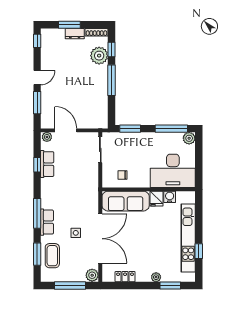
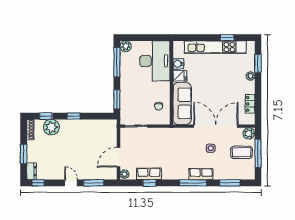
dresser: (75, 34) -> (32, 171), moved
window: (111, 80) -> (74, 116), width x0.46
coffee table: (52, 256) -> (242, 152), moved

